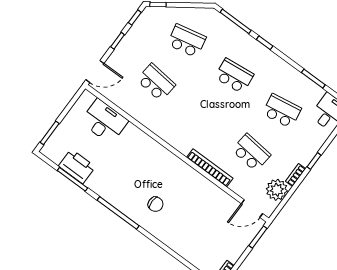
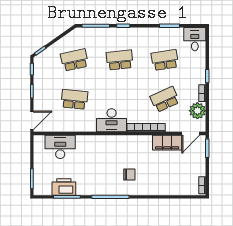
desk: (179, 133) -> (112, 120), added
school desk: (251, 152) -> (165, 99), turned -30
filing cabinet: (220, 200) -> (167, 143), added

